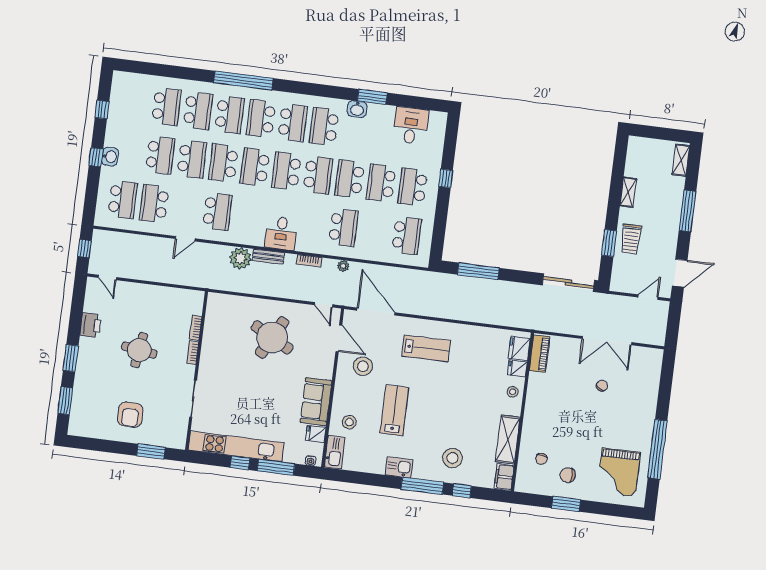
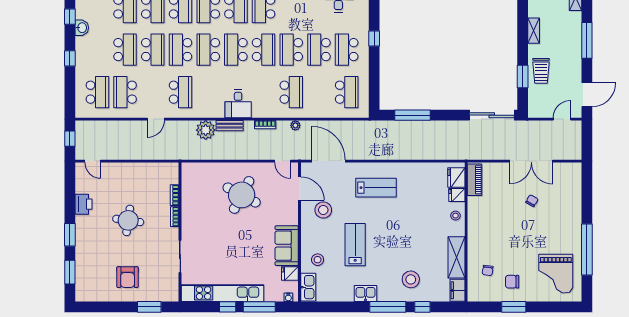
washbasin: (110, 157) -> (82, 28), moved

